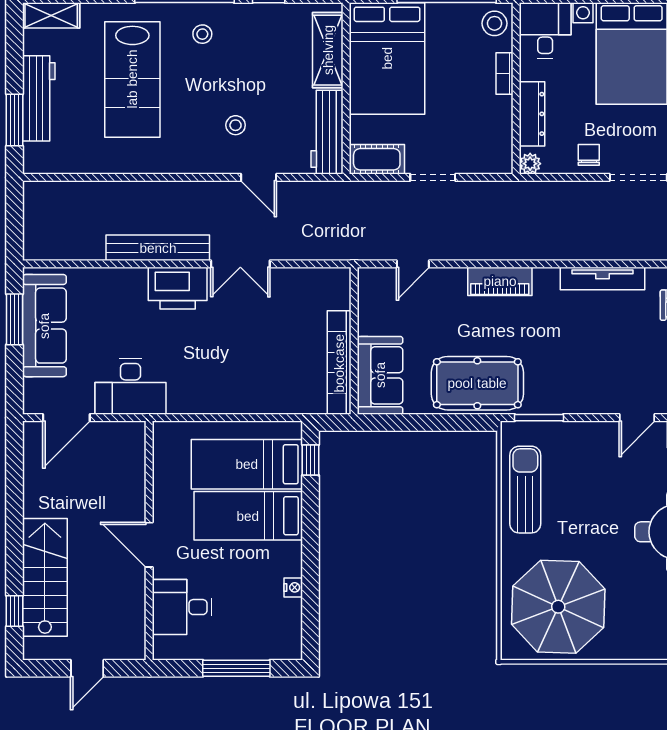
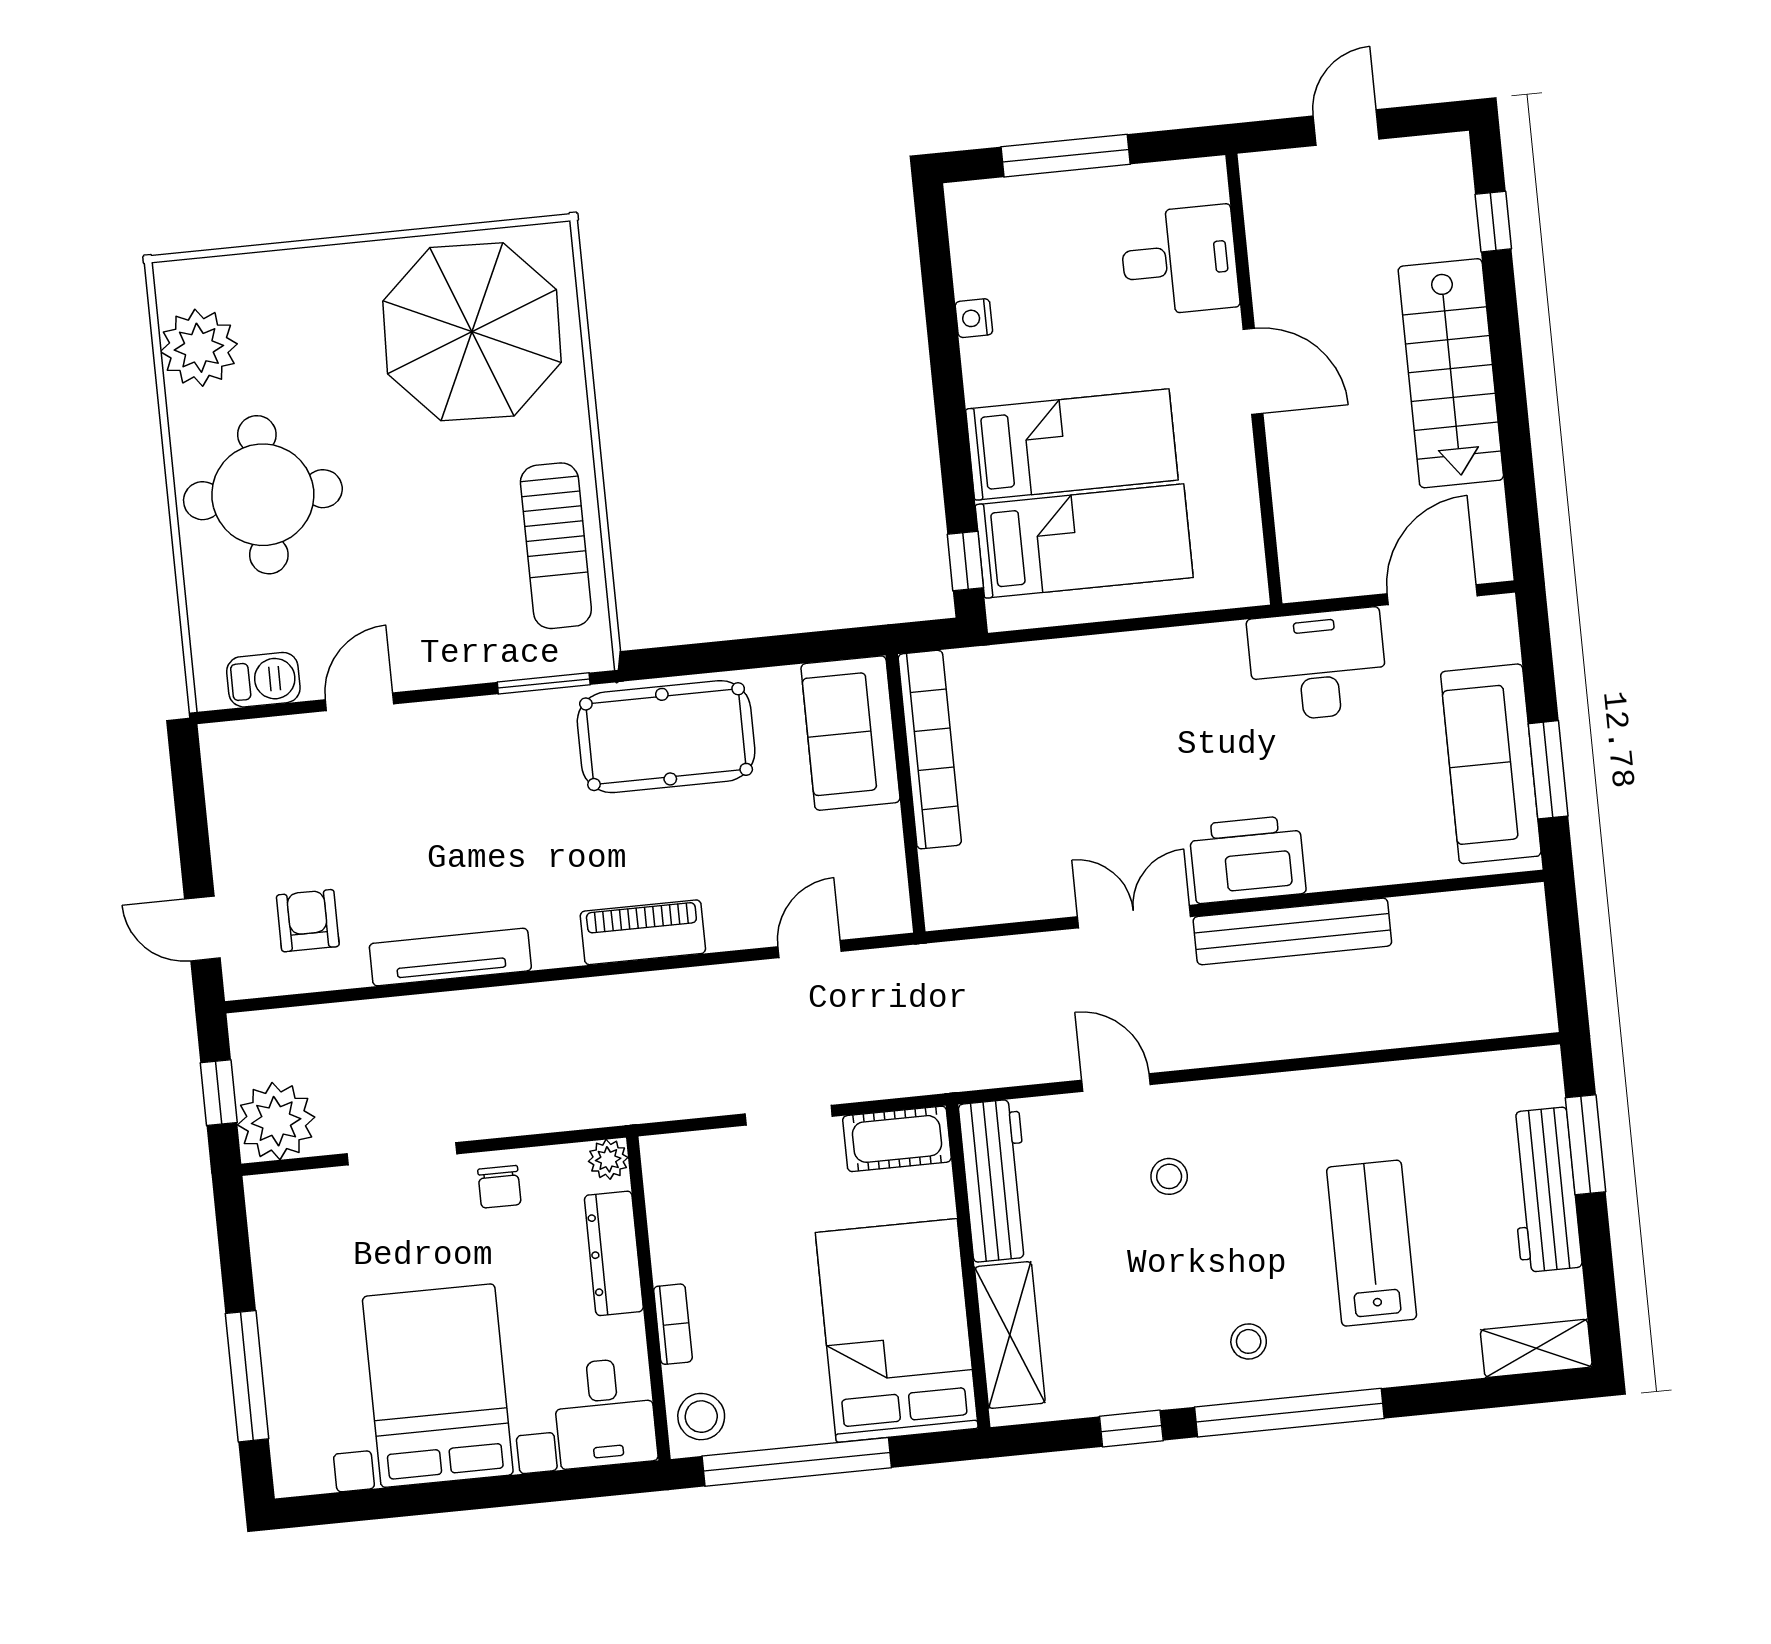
lab bench: (132, 79) -> (1372, 1243), width x0.73, depth x0.72
stairs: (45, 577) -> (1451, 373), moved

